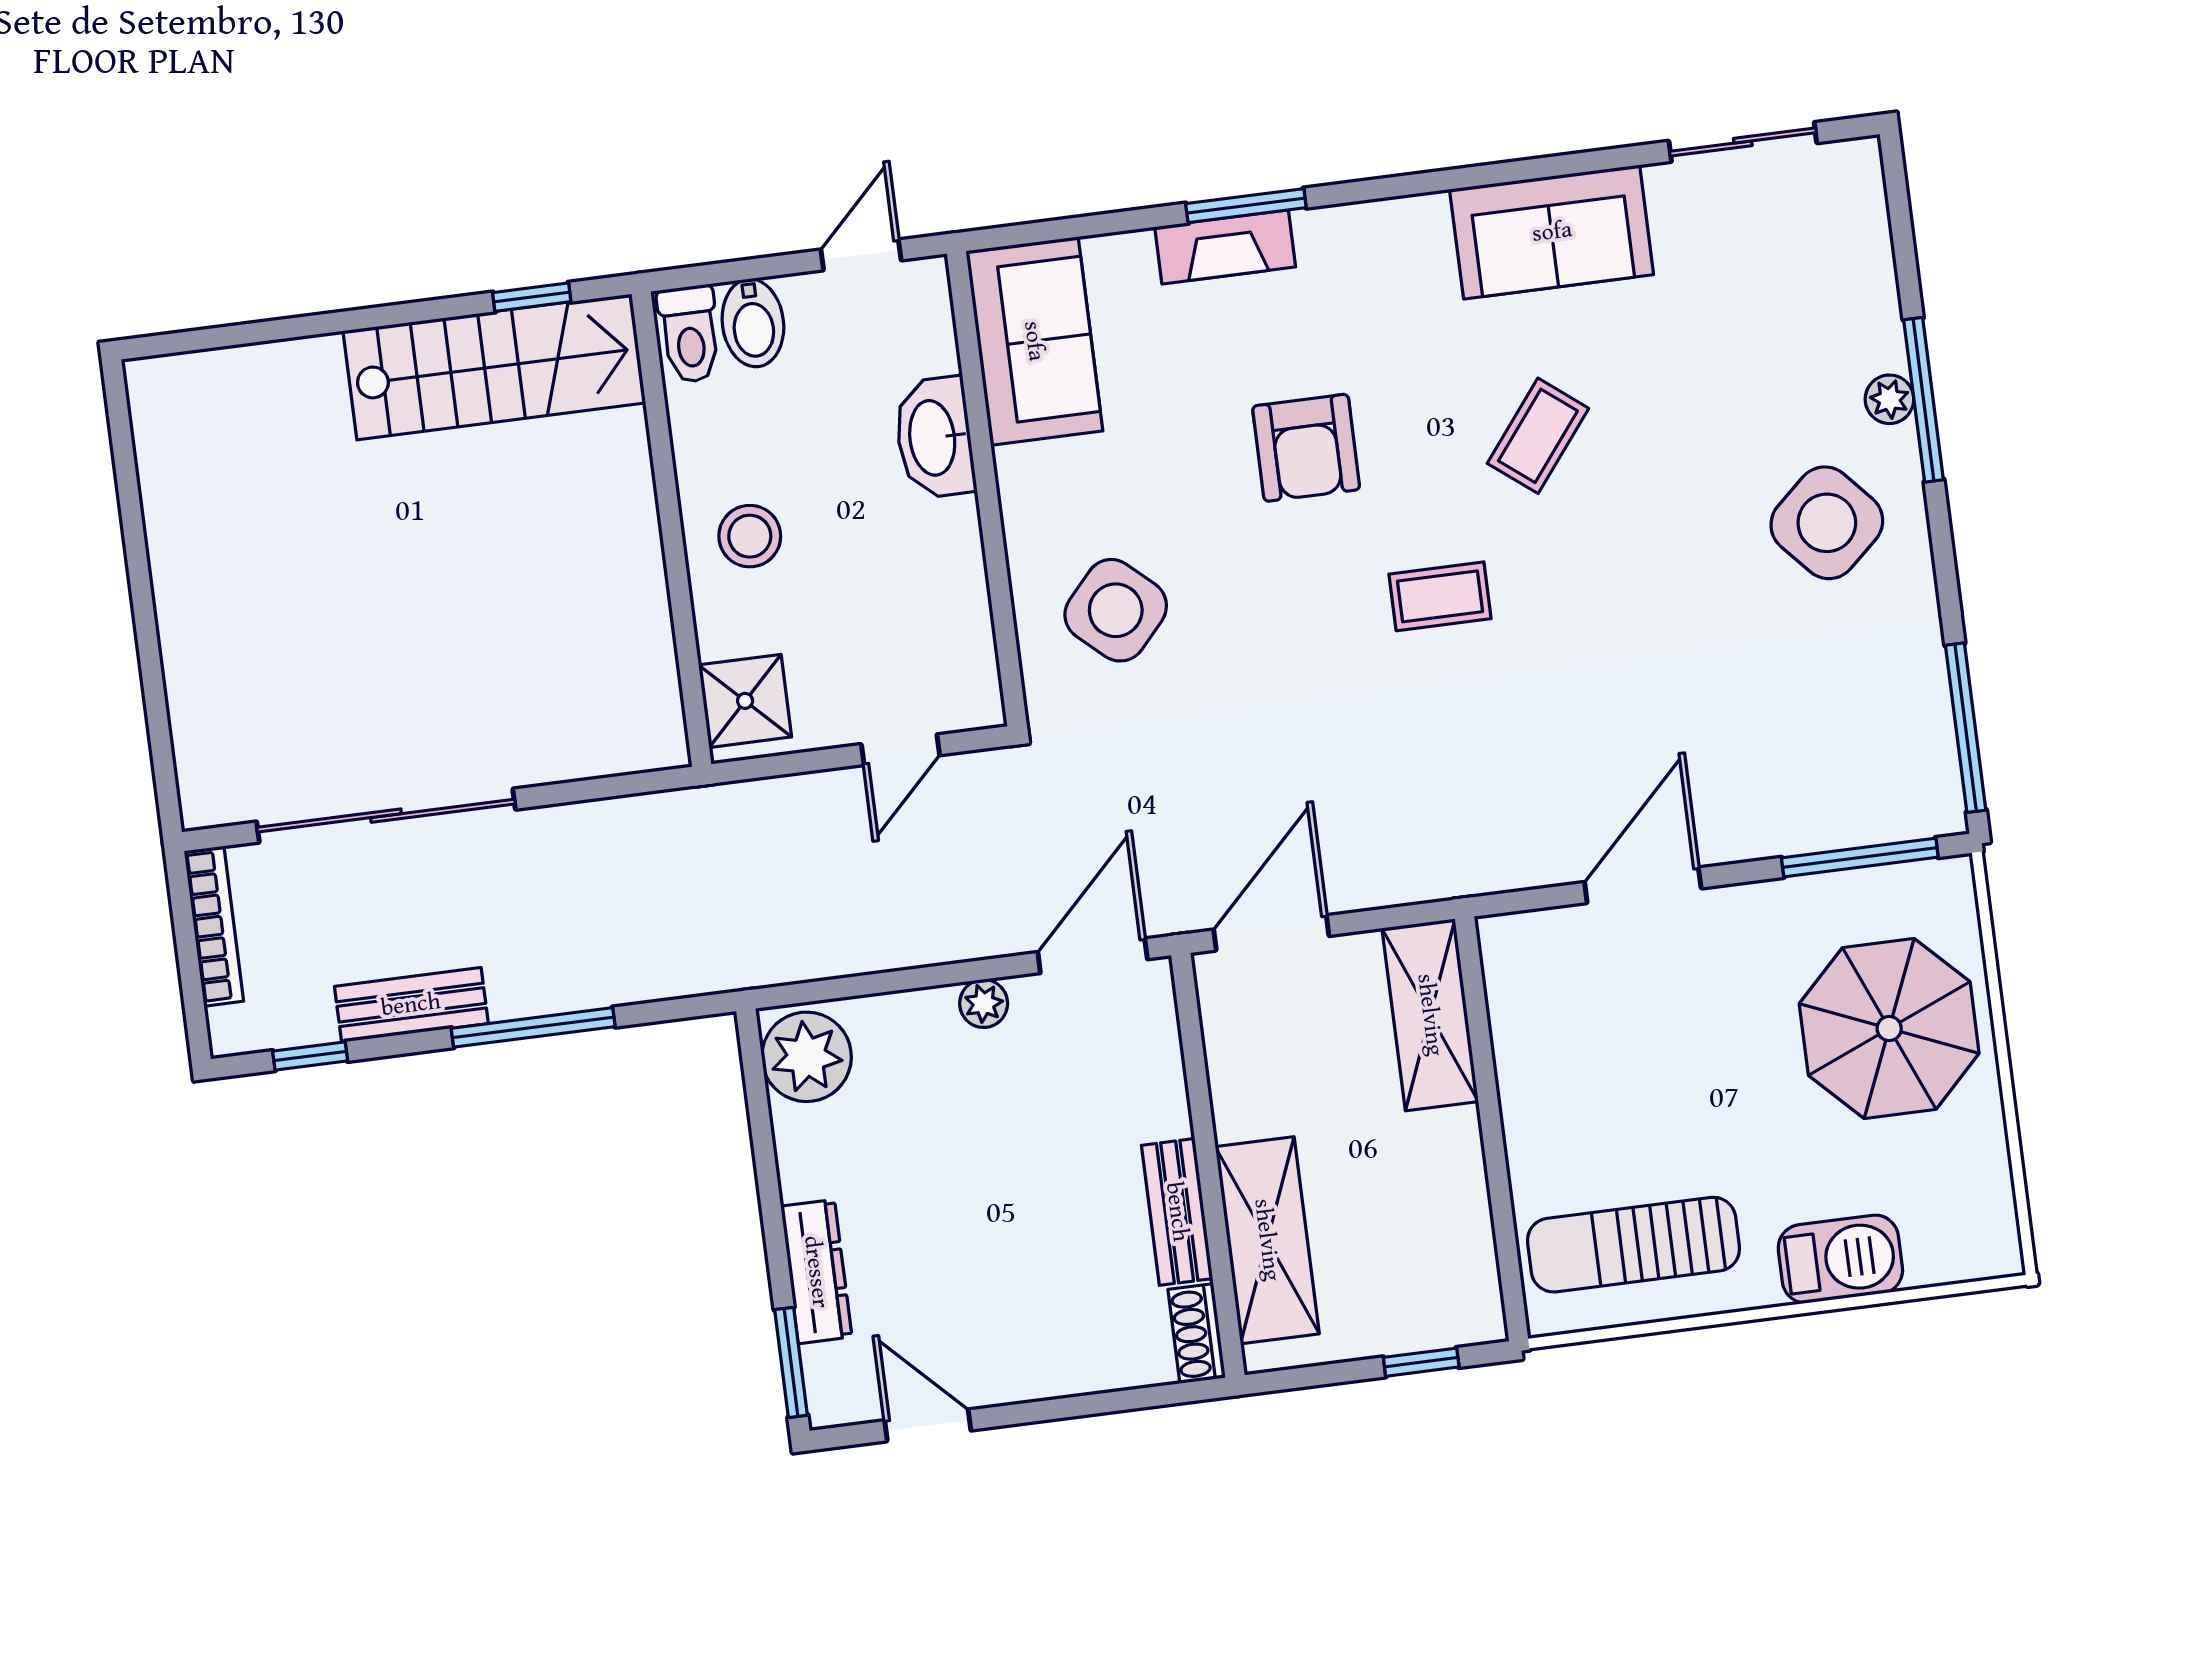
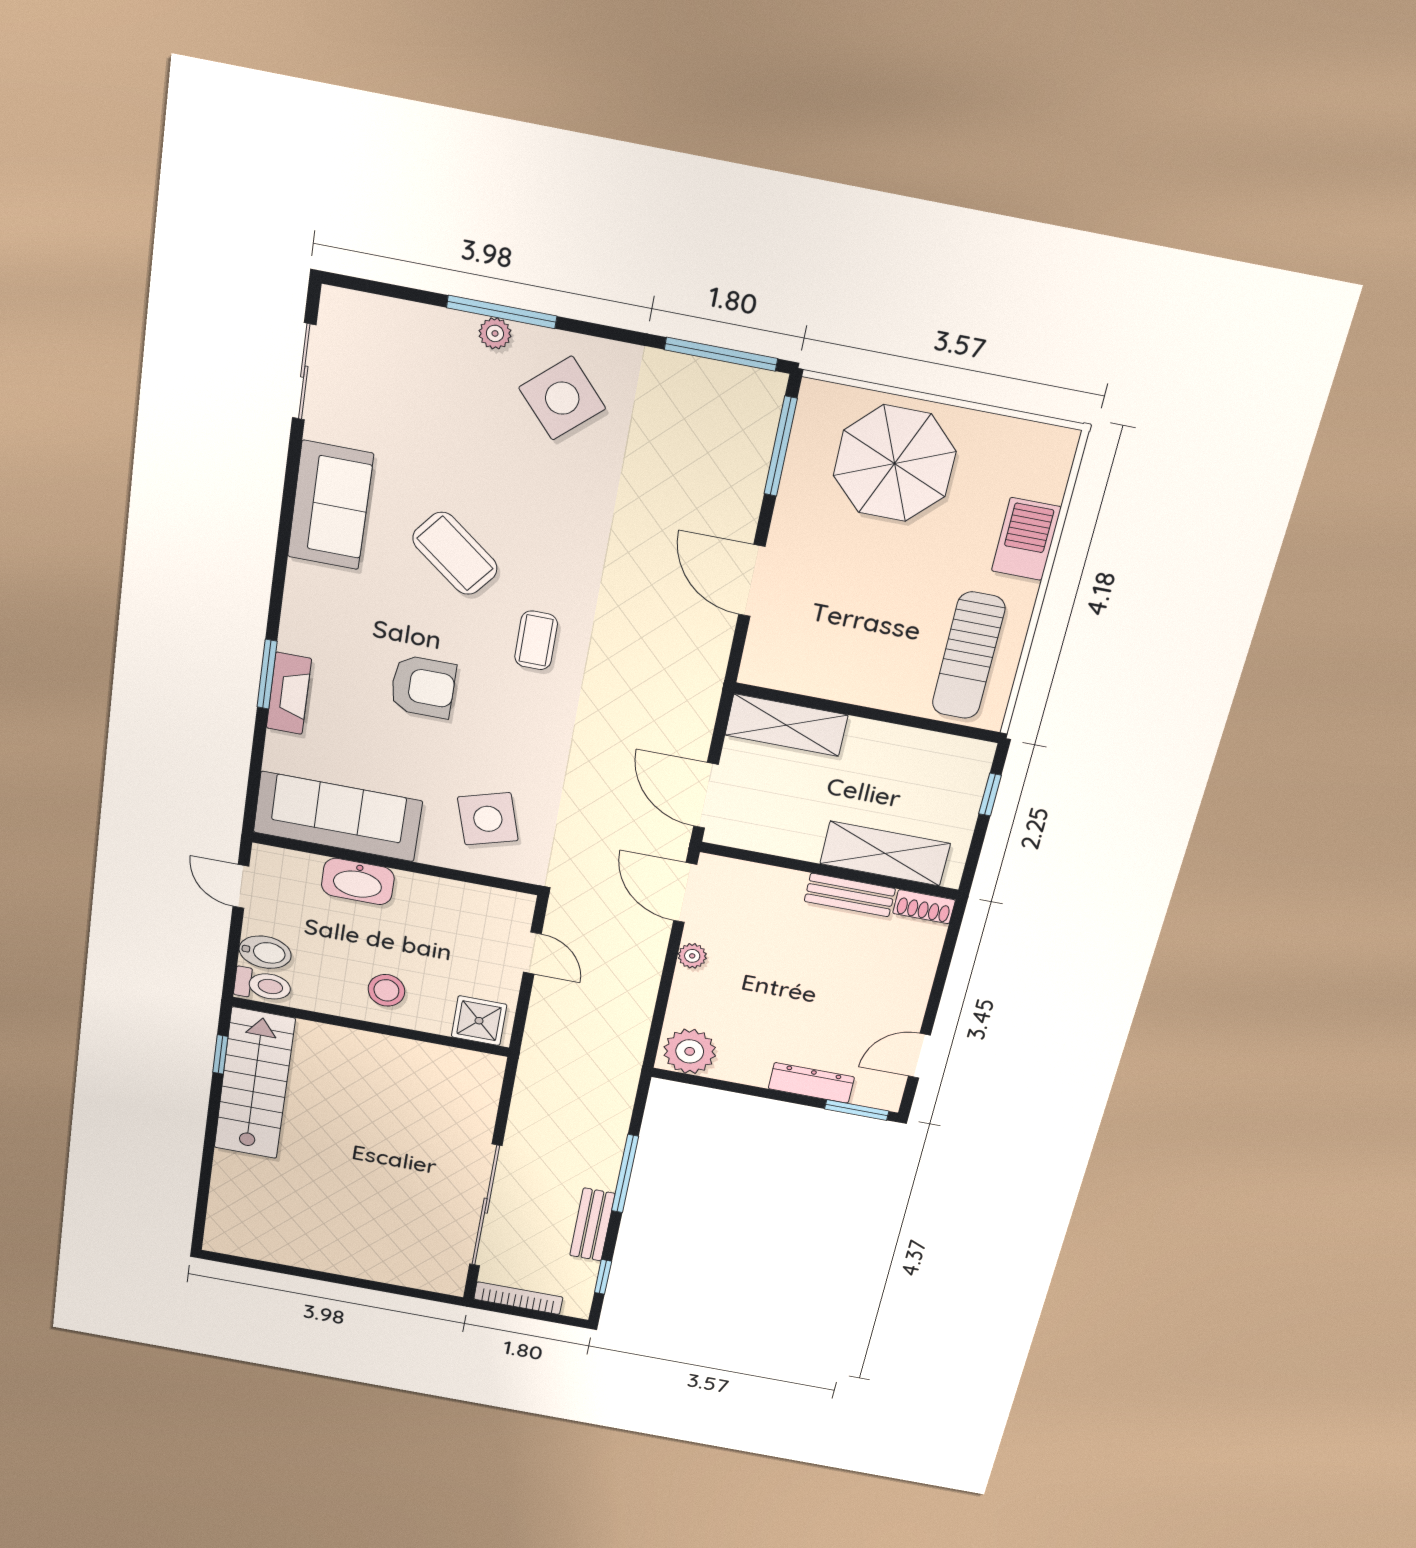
sofa: (1034, 341) -> (338, 817), width x1.36
coffee table: (1538, 436) -> (455, 553), width x1.36, depth x1.30
side table: (1116, 610) -> (488, 819), turned 31

